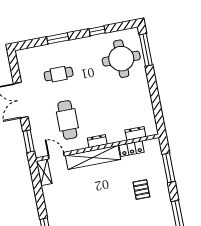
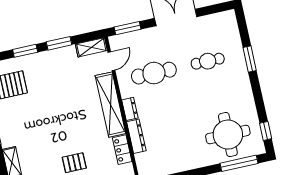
window: (97, 31) -> (266, 131), moved
cafe table: (59, 74) -> (208, 61), turned 90
dresser: (135, 133) -> (136, 136), moved, width x1.44
window: (40, 200) -> (59, 43), added

